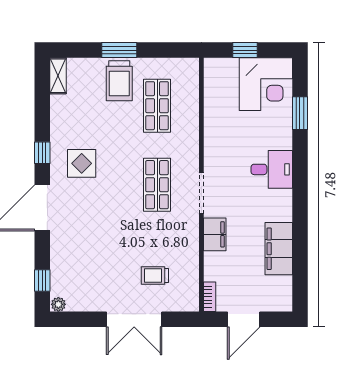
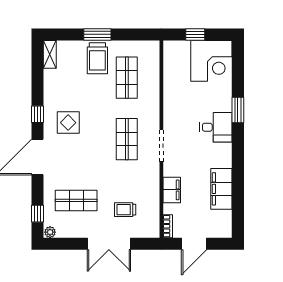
window: (300, 113) -> (238, 110), moved
filing cabinet: (215, 234) -> (172, 190), moved
shop shelf: (92, 264) -> (76, 200), added

